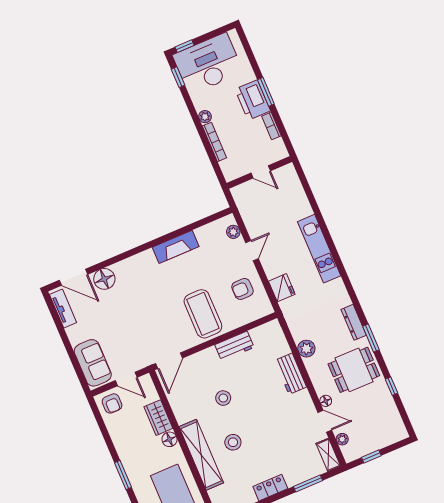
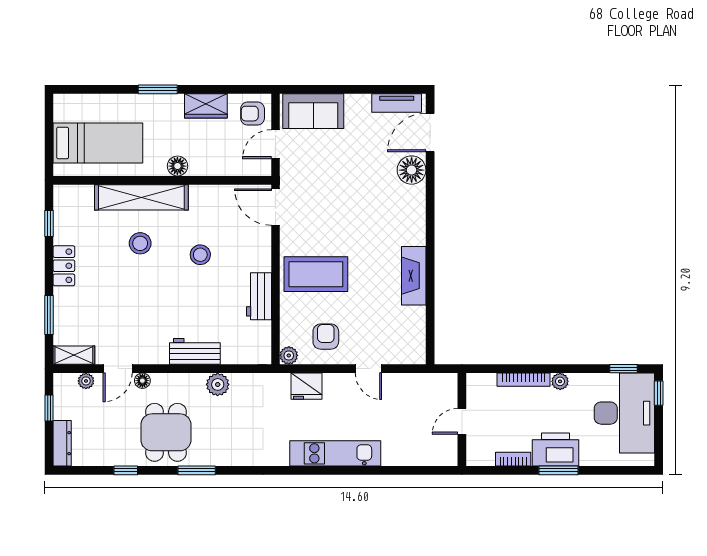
plant: (233, 232) -> (289, 355), moved
dresser: (354, 322) -> (62, 443), moved, turned 90
wardrobe: (158, 418) -> (206, 106), moved, turned 180

